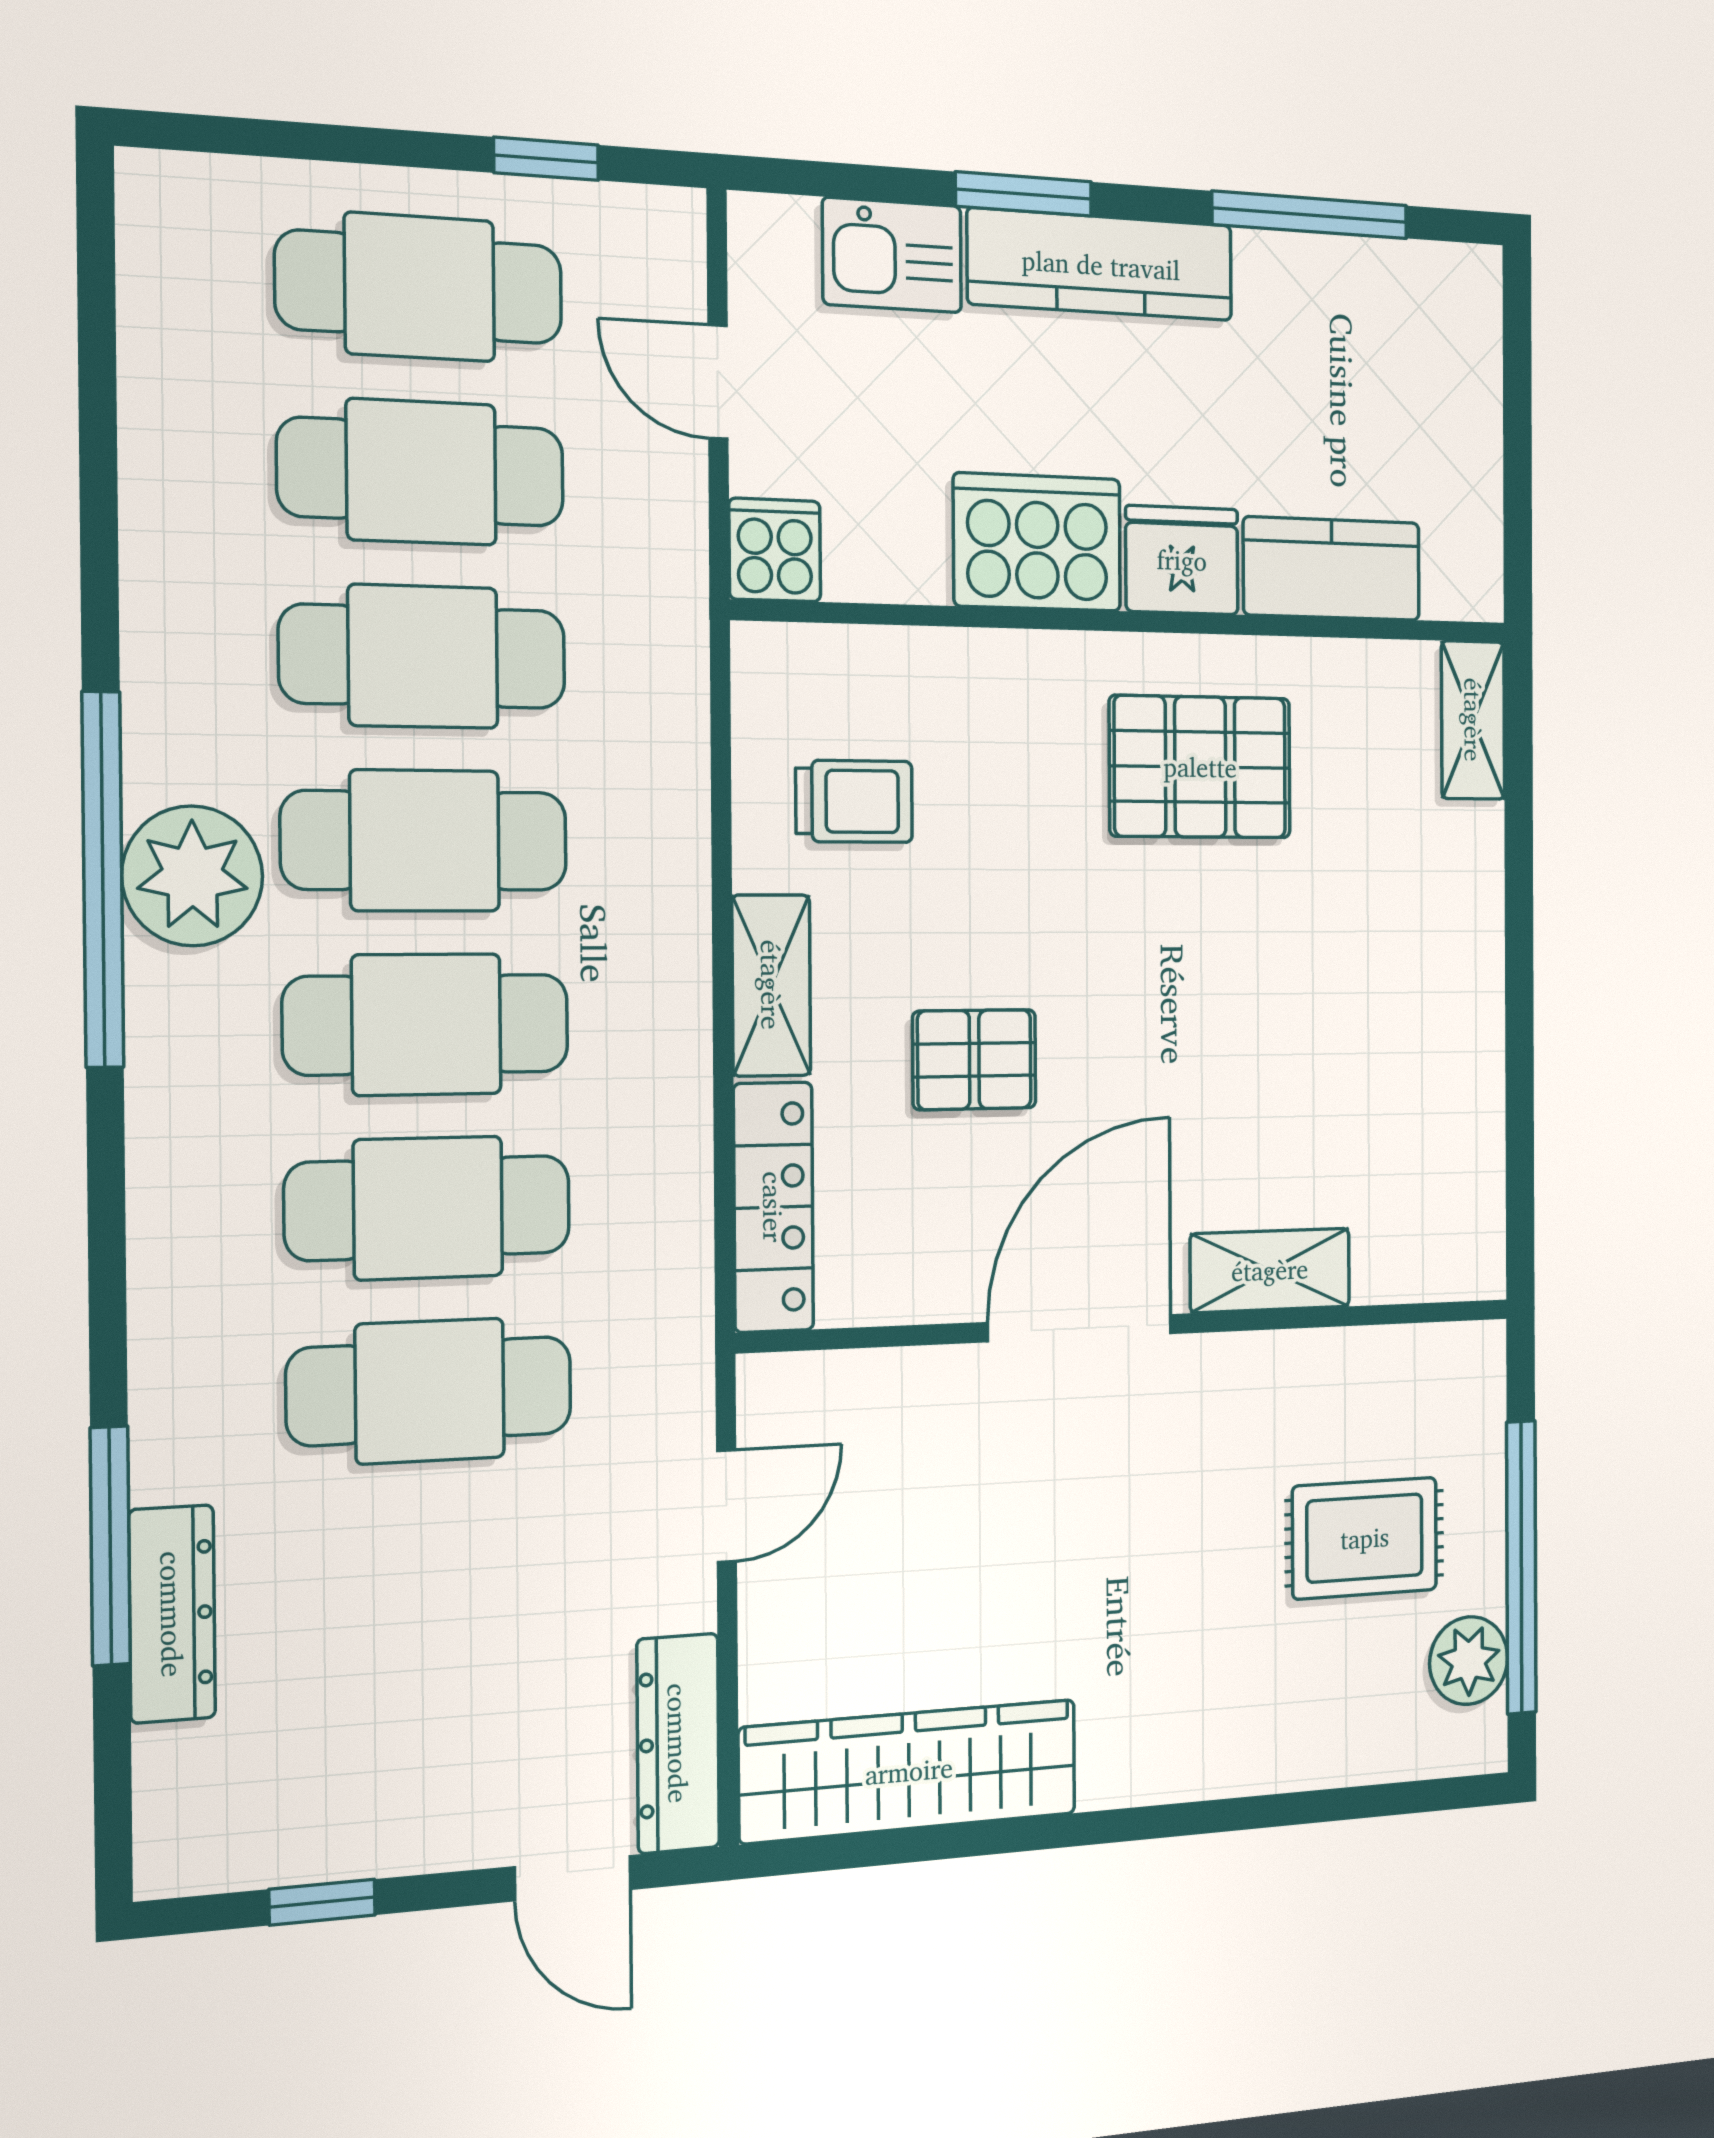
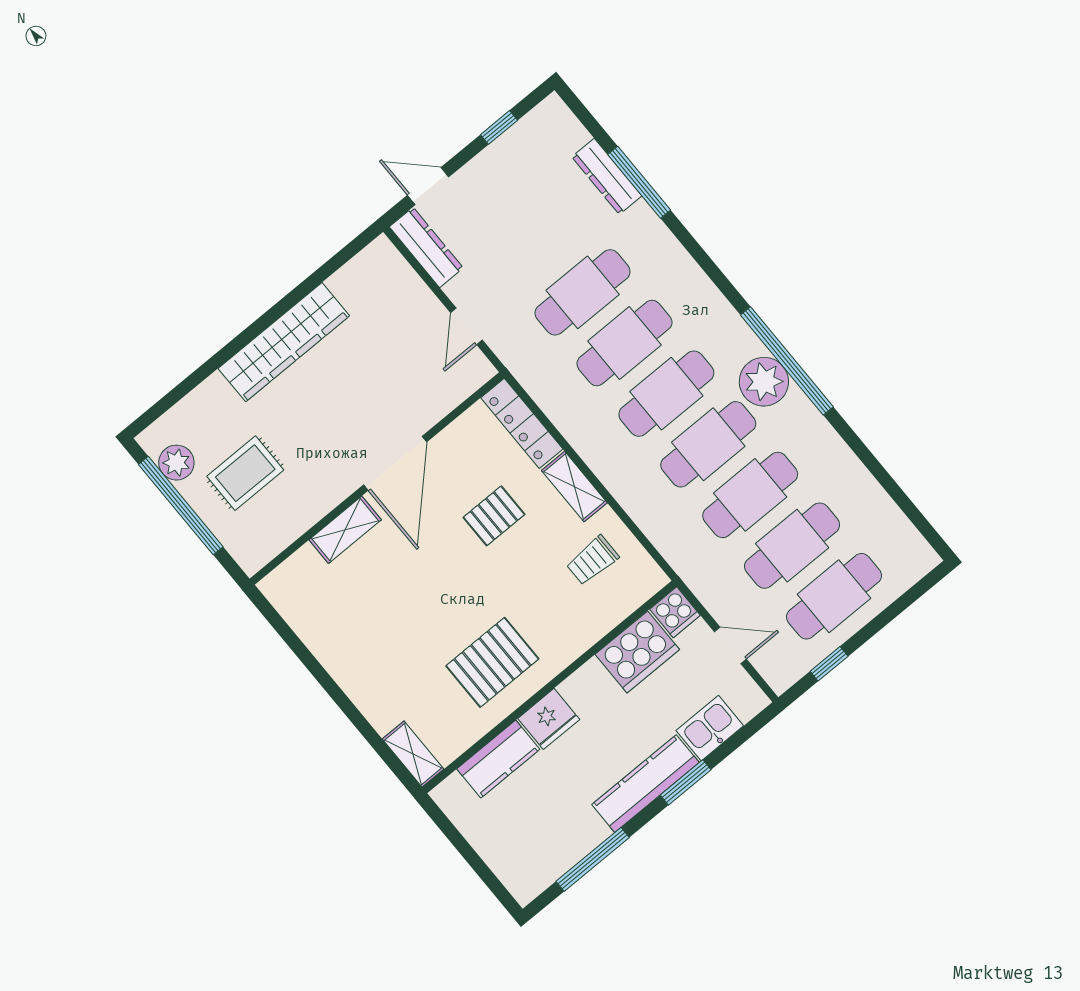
cooker: (1037, 542) -> (637, 652), moved
wardrobe: (909, 1771) -> (284, 342), moved

